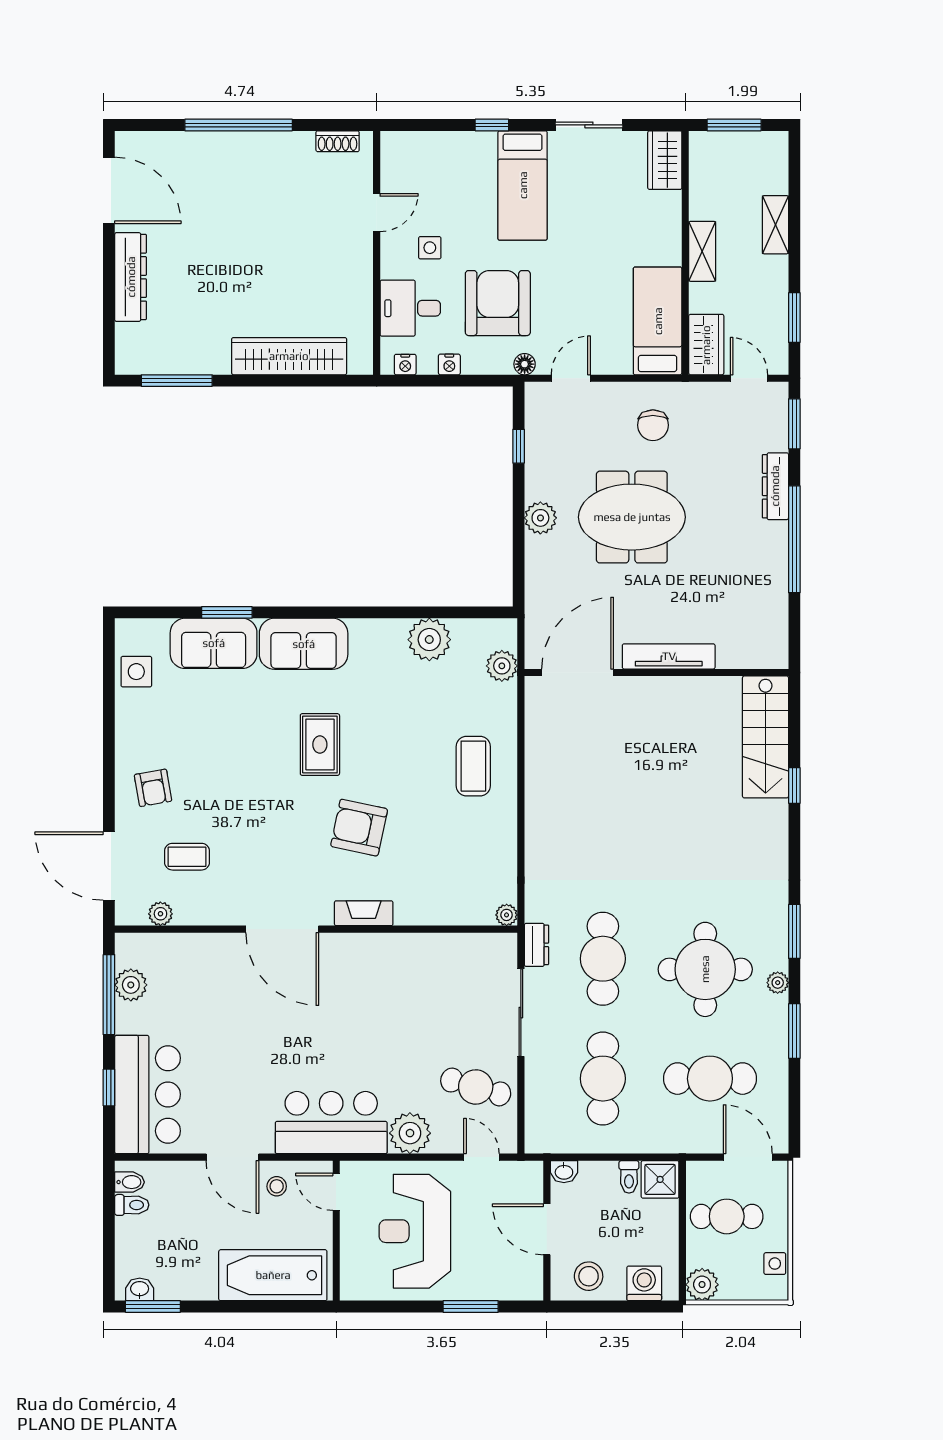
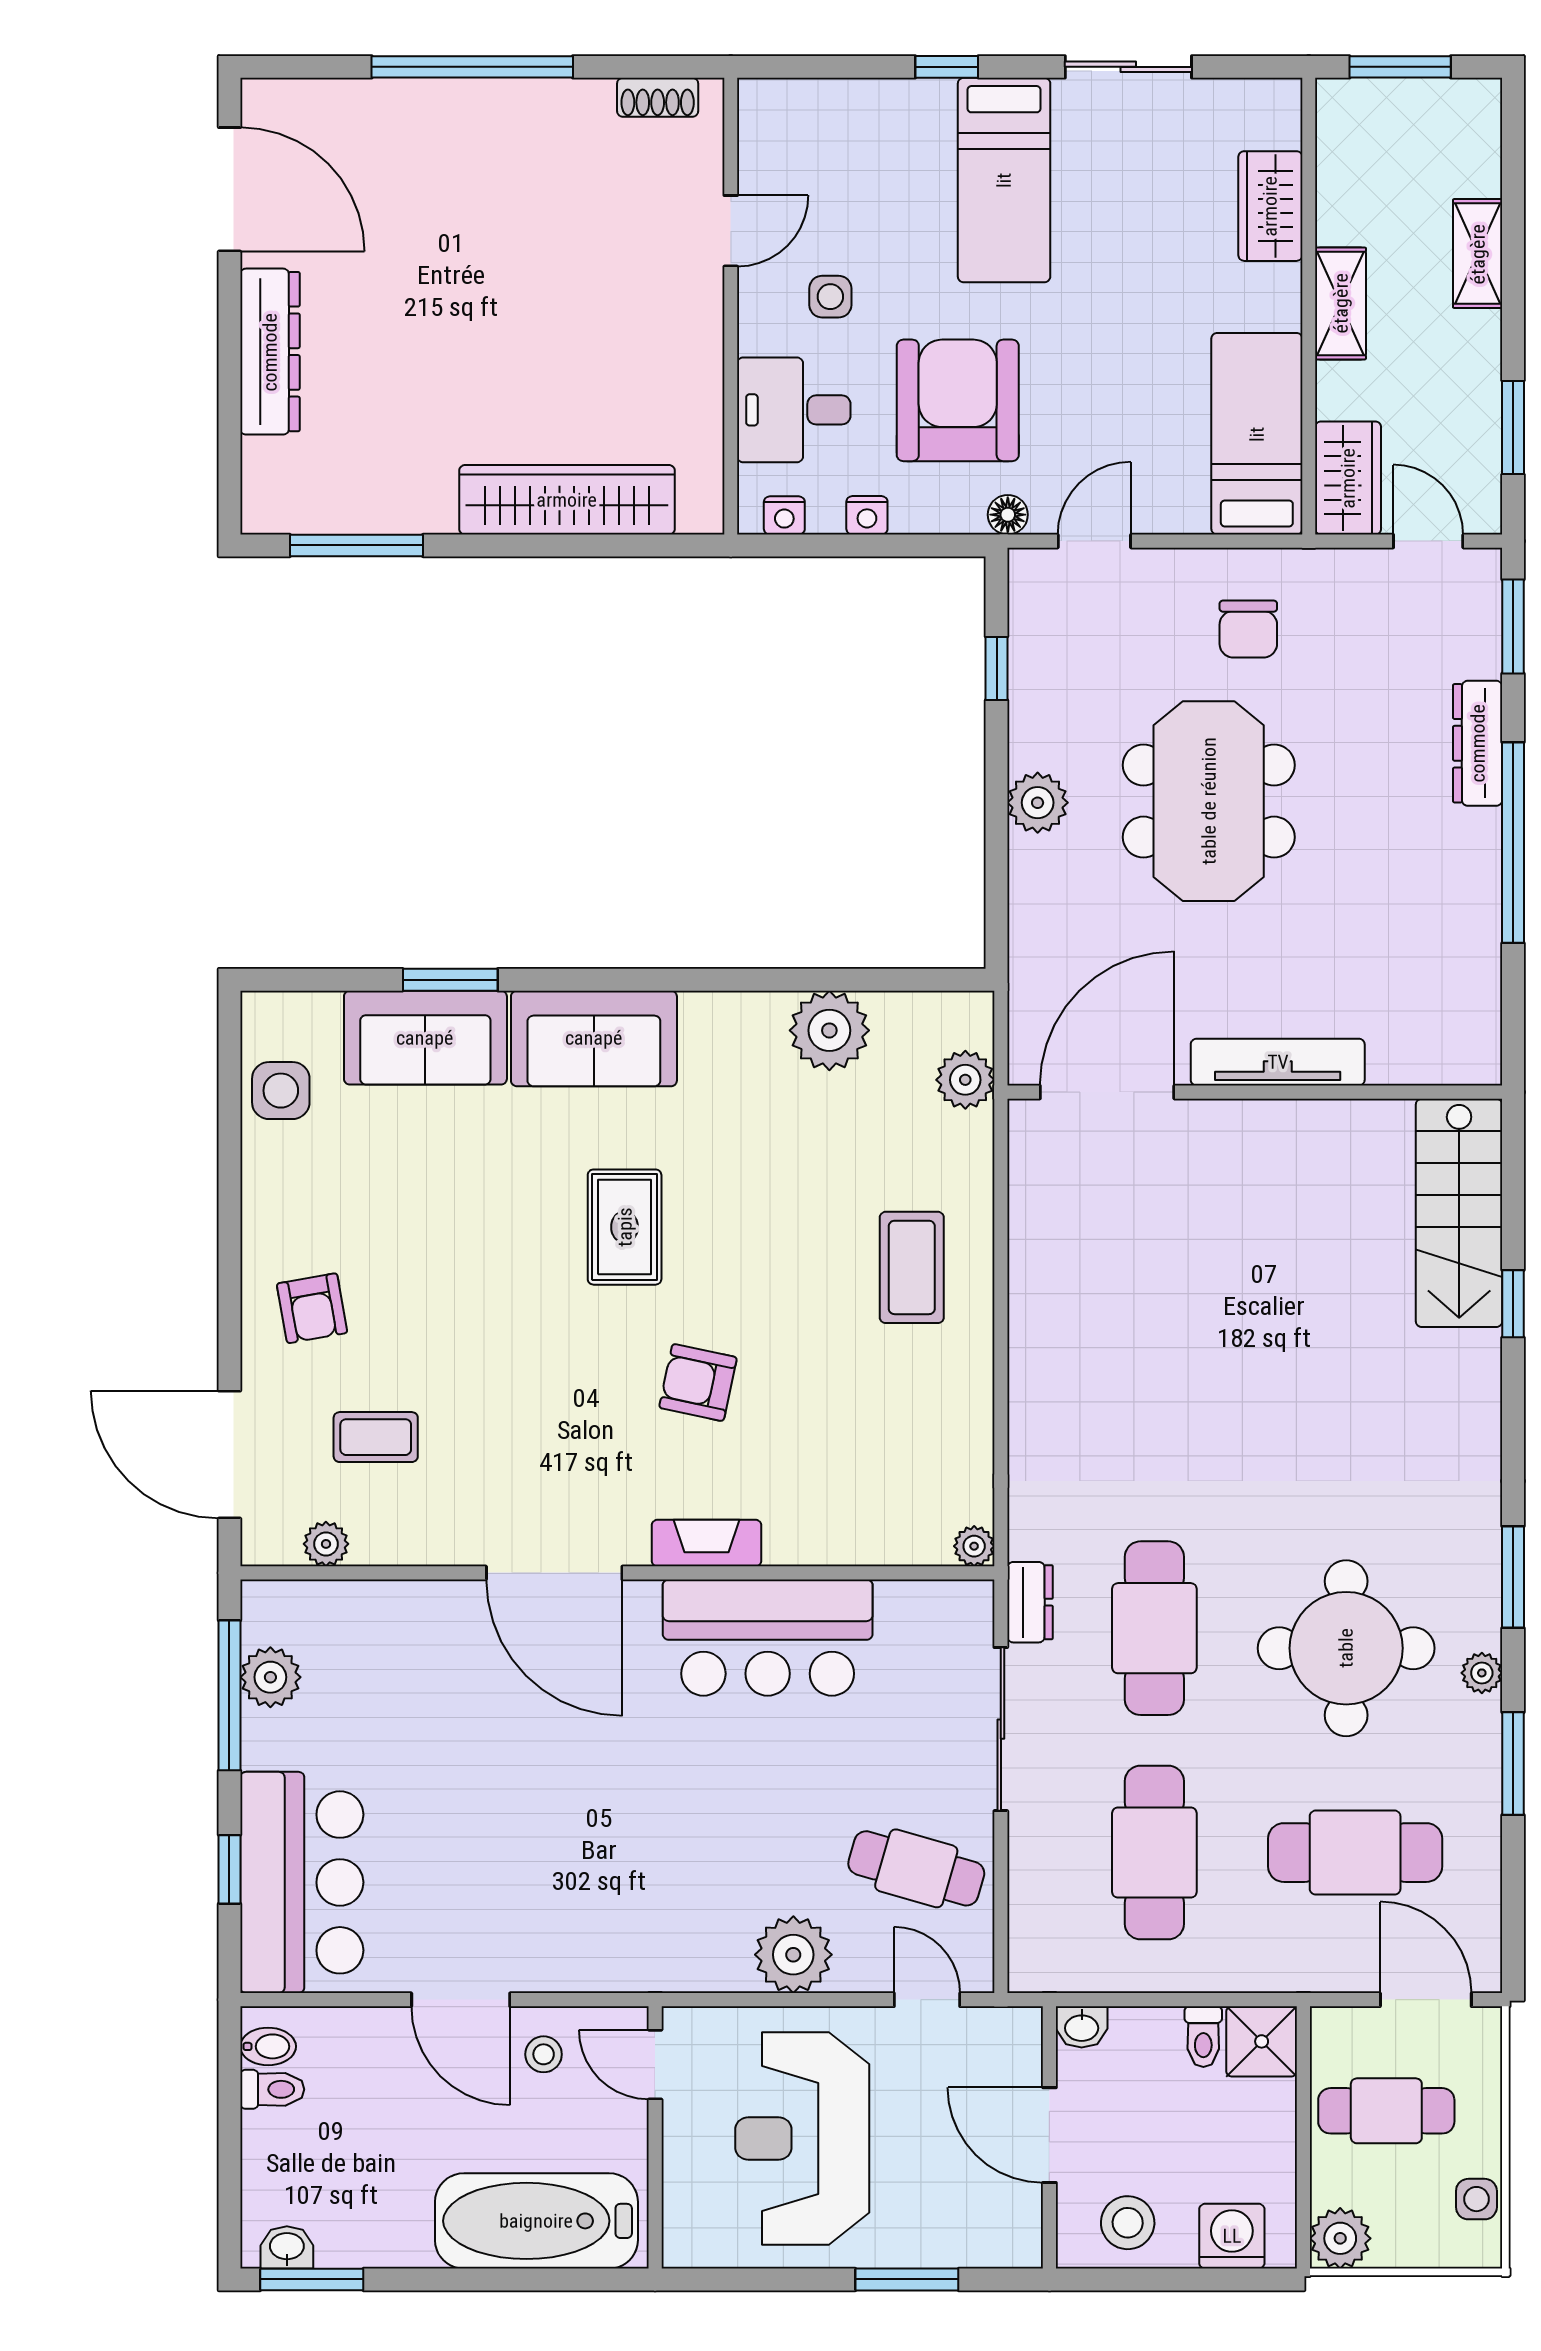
wardrobe: (665, 160) -> (1270, 206), moved
meeting table: (632, 517) -> (1209, 801), turned 90
armchair: (359, 828) -> (698, 1383), width x0.72, depth x0.72
bar counter: (331, 1123) -> (768, 1638), moved, turned 180

